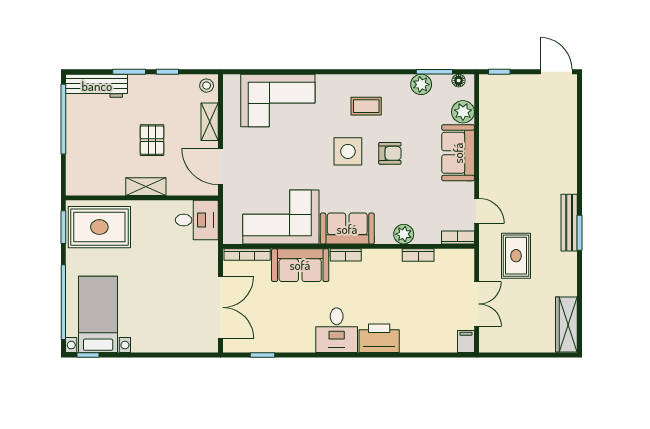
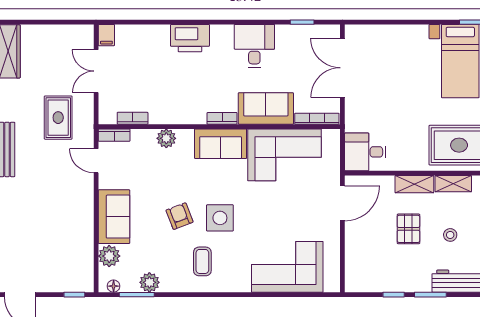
stool: (207, 86) -> (450, 235), moved
coffee table: (366, 106) -> (202, 261), turned 90
shelving: (210, 122) -> (453, 184), moved, turned 90
armchair: (390, 153) -> (180, 216), turned 69
door: (221, 167) -> (342, 203), hinge flipped
bookcase: (418, 255) -> (133, 118), moved
desk: (337, 330) -> (254, 46), moved

